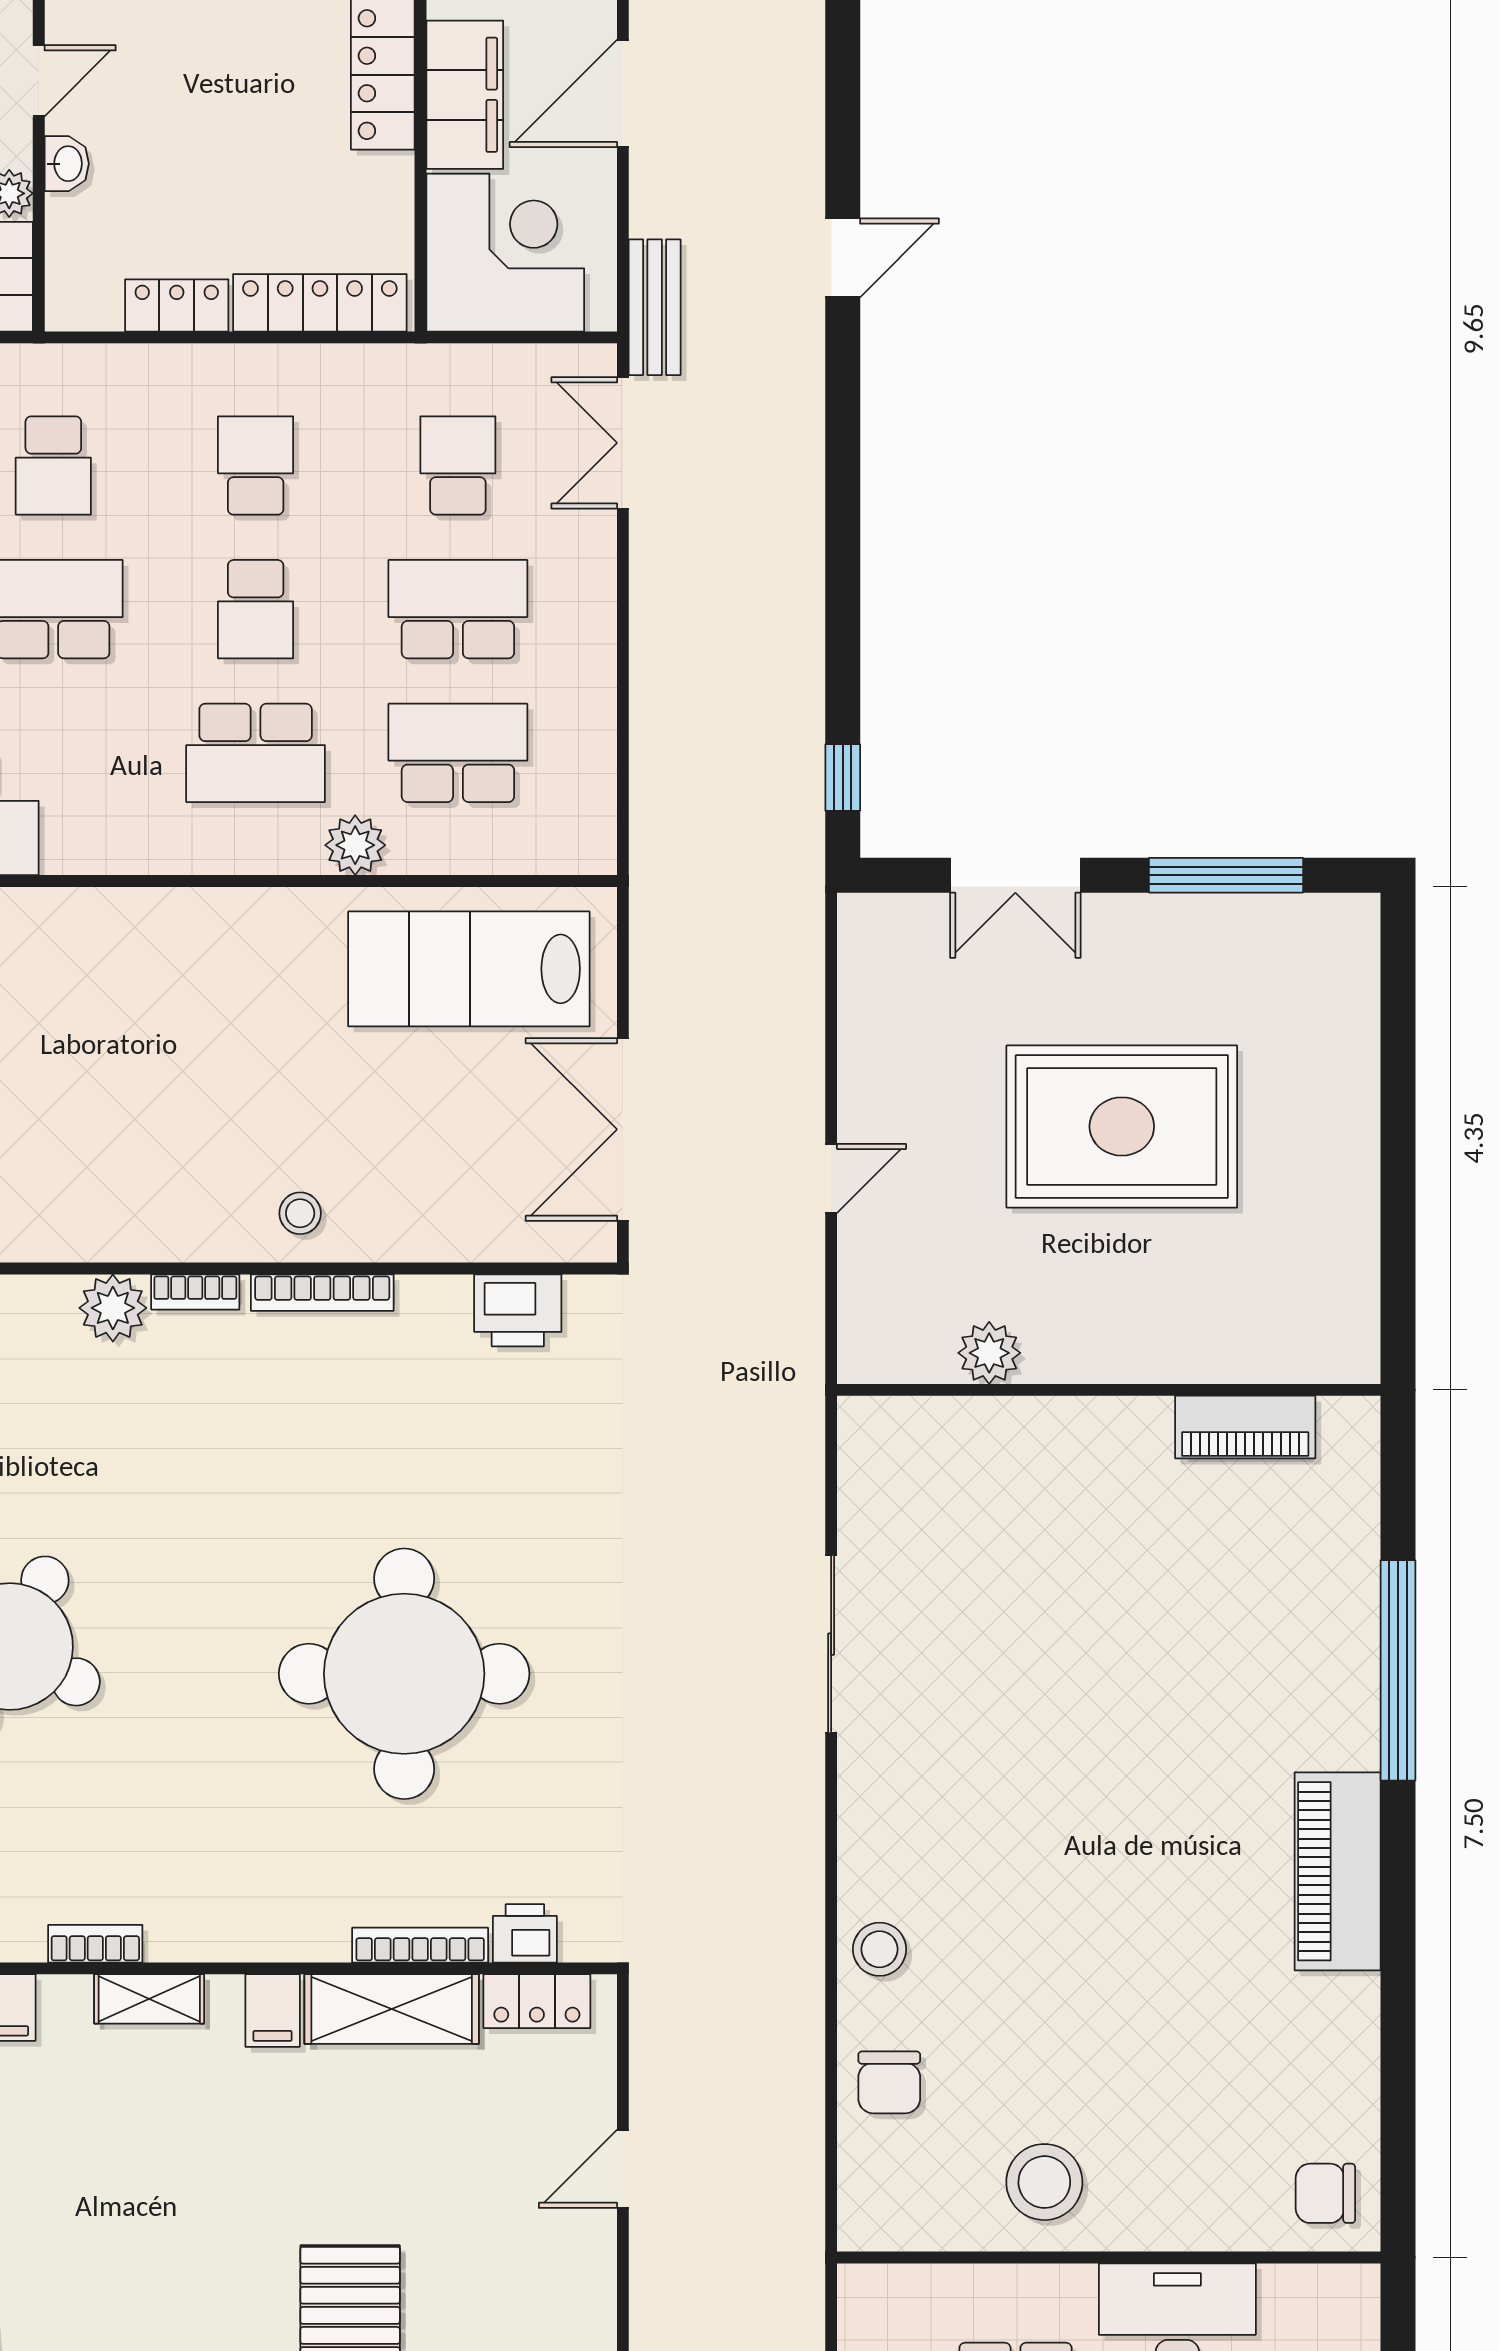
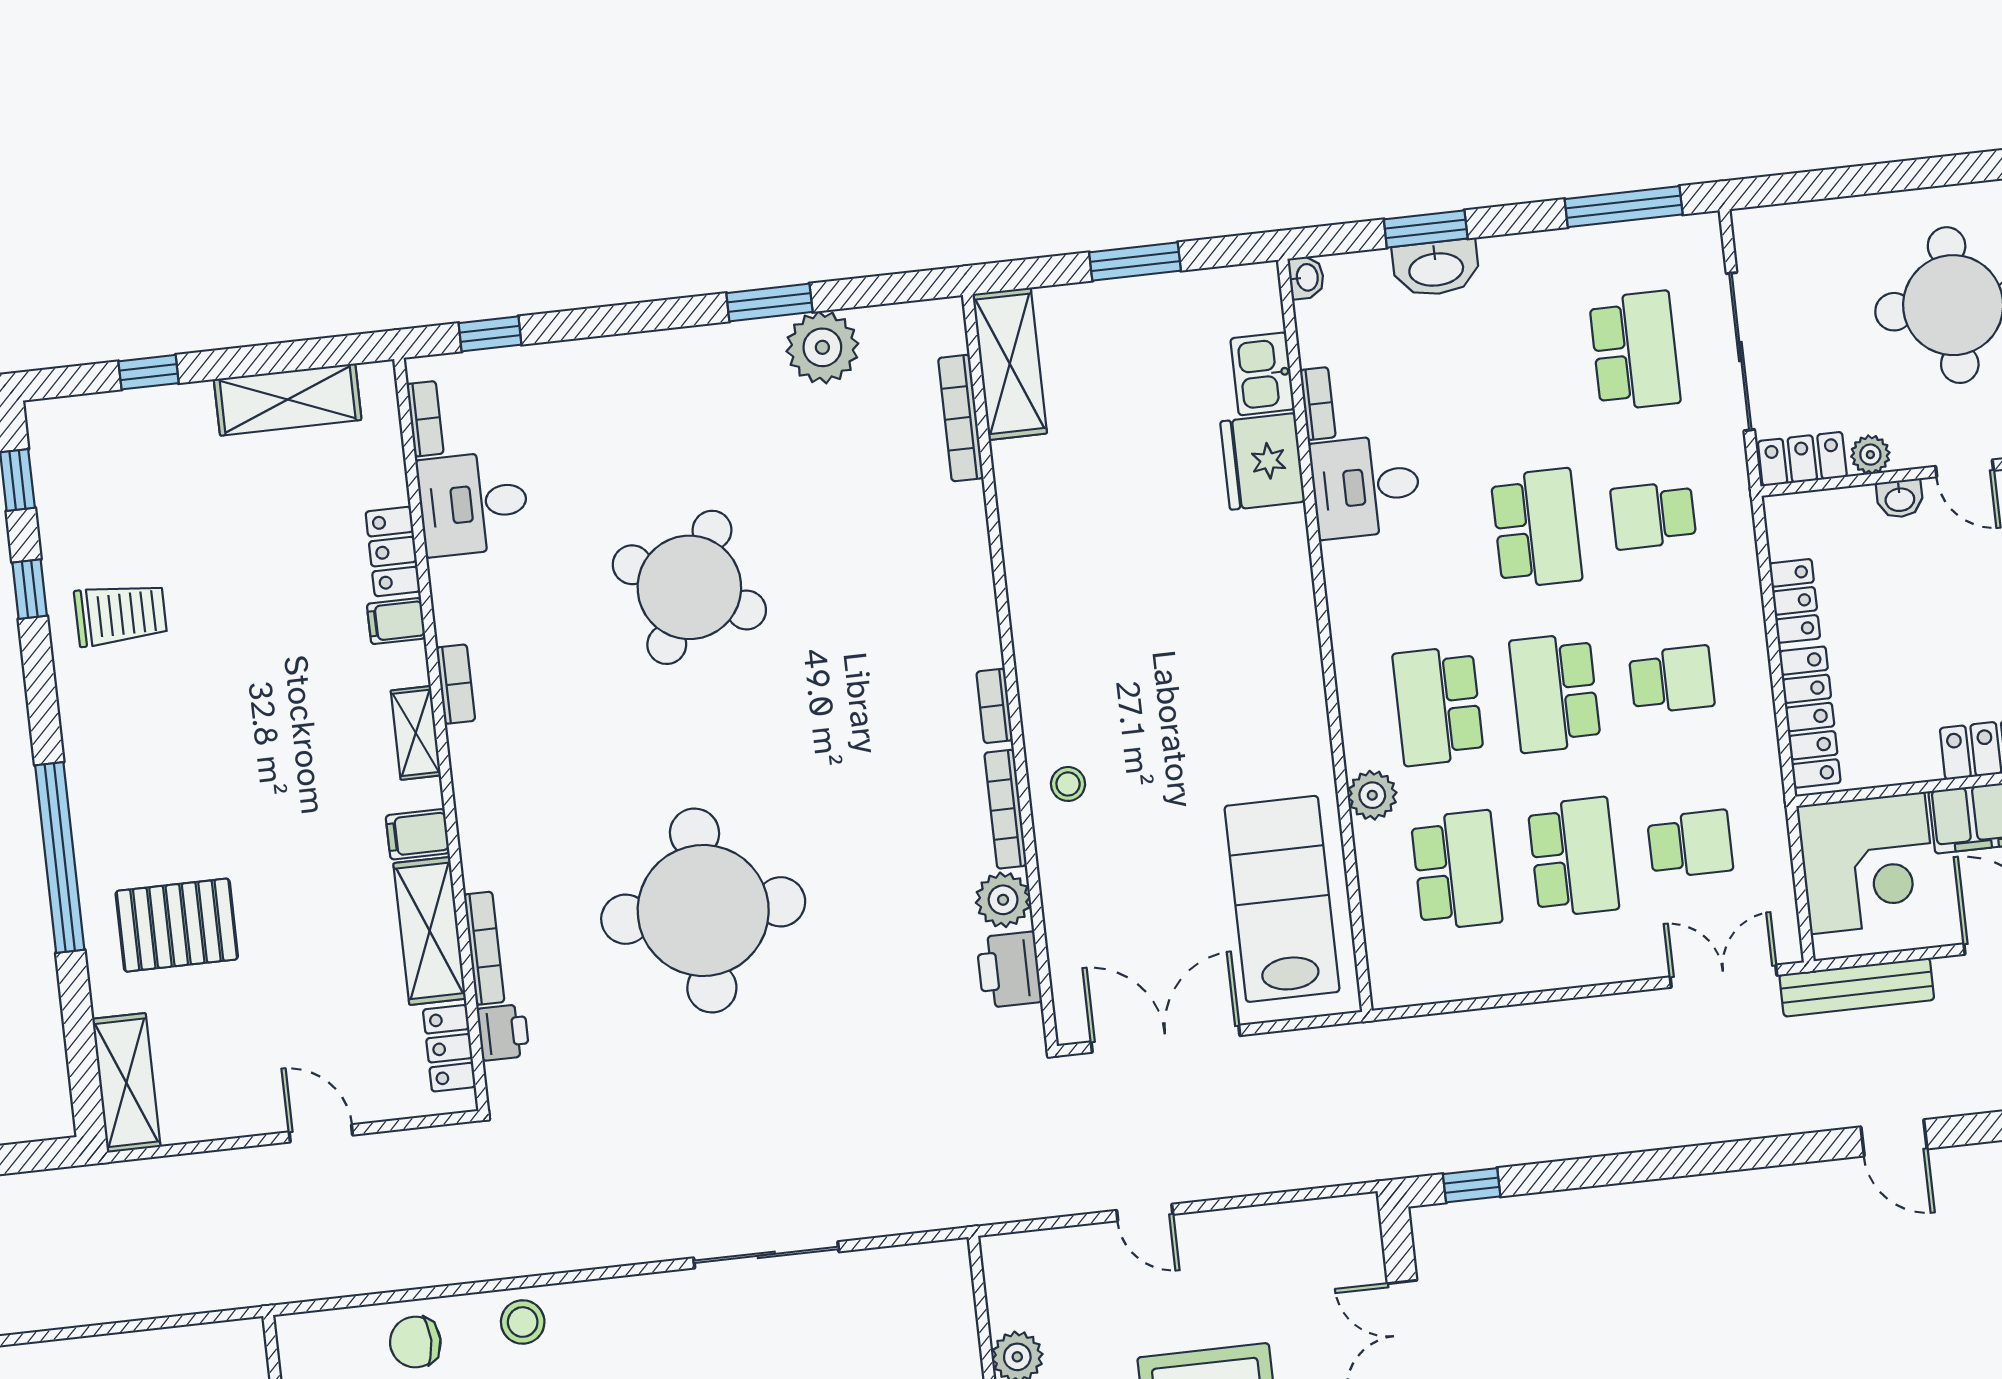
bench: (655, 307) -> (1857, 987), width x1.36
school desk: (256, 609) -> (1555, 693), width x1.85
plant: (113, 1308) -> (1003, 900), moved

